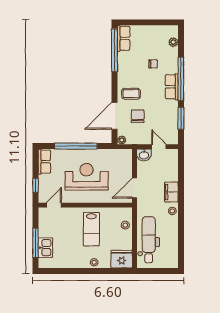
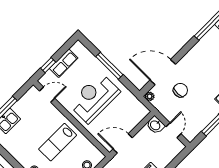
coffee table: (131, 94) -> (193, 68), removed
window: (76, 146) -> (109, 66), width x0.68
row of seats: (44, 162) -> (64, 63), moved
reception desk: (86, 177) -> (94, 98), turned -90

